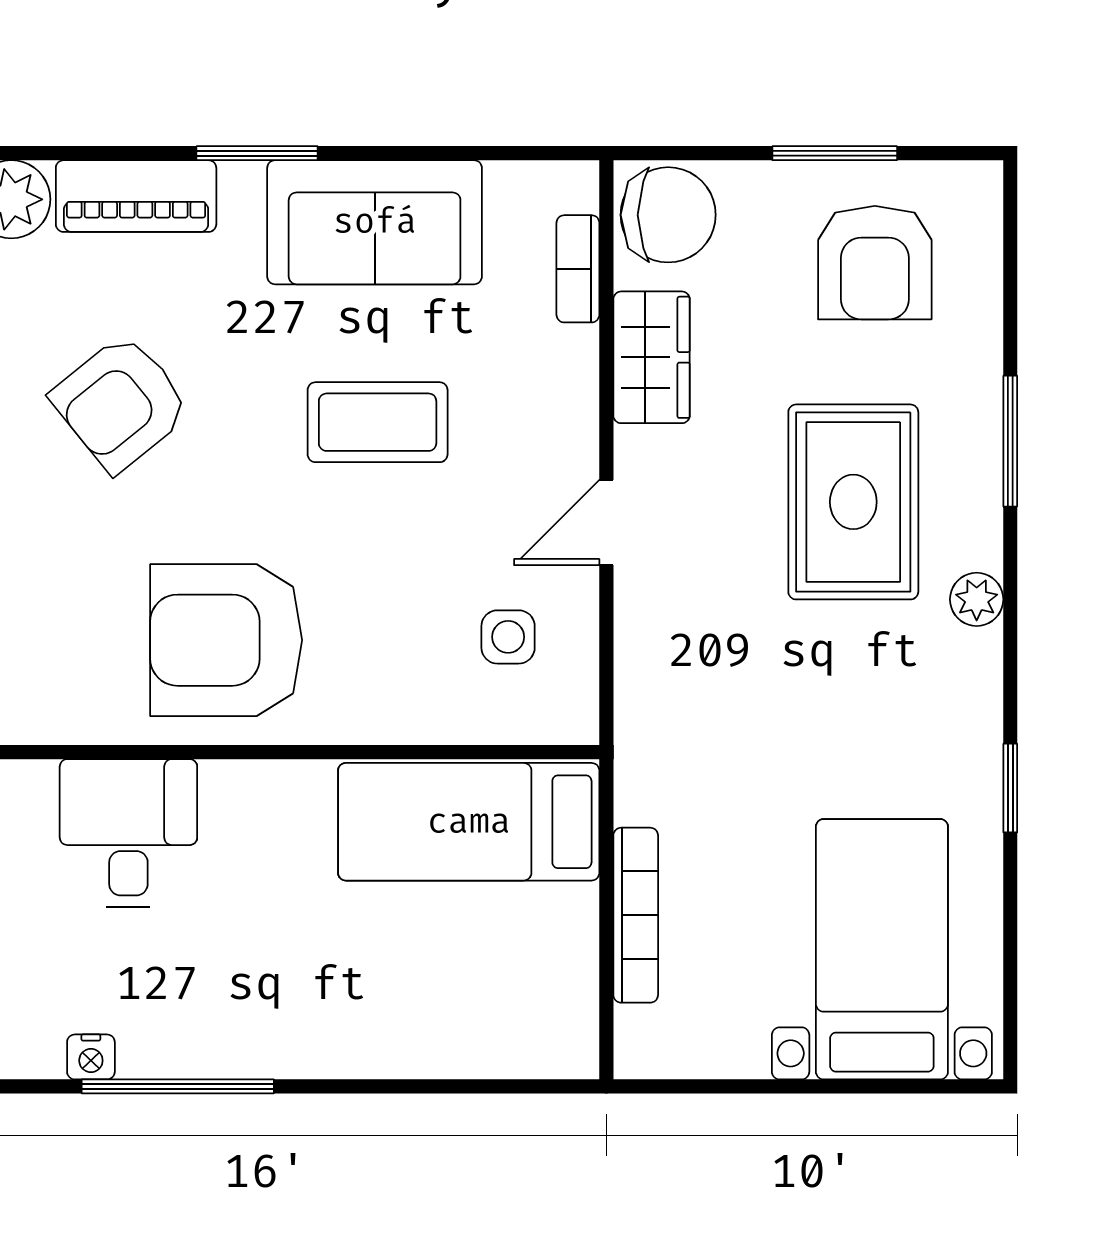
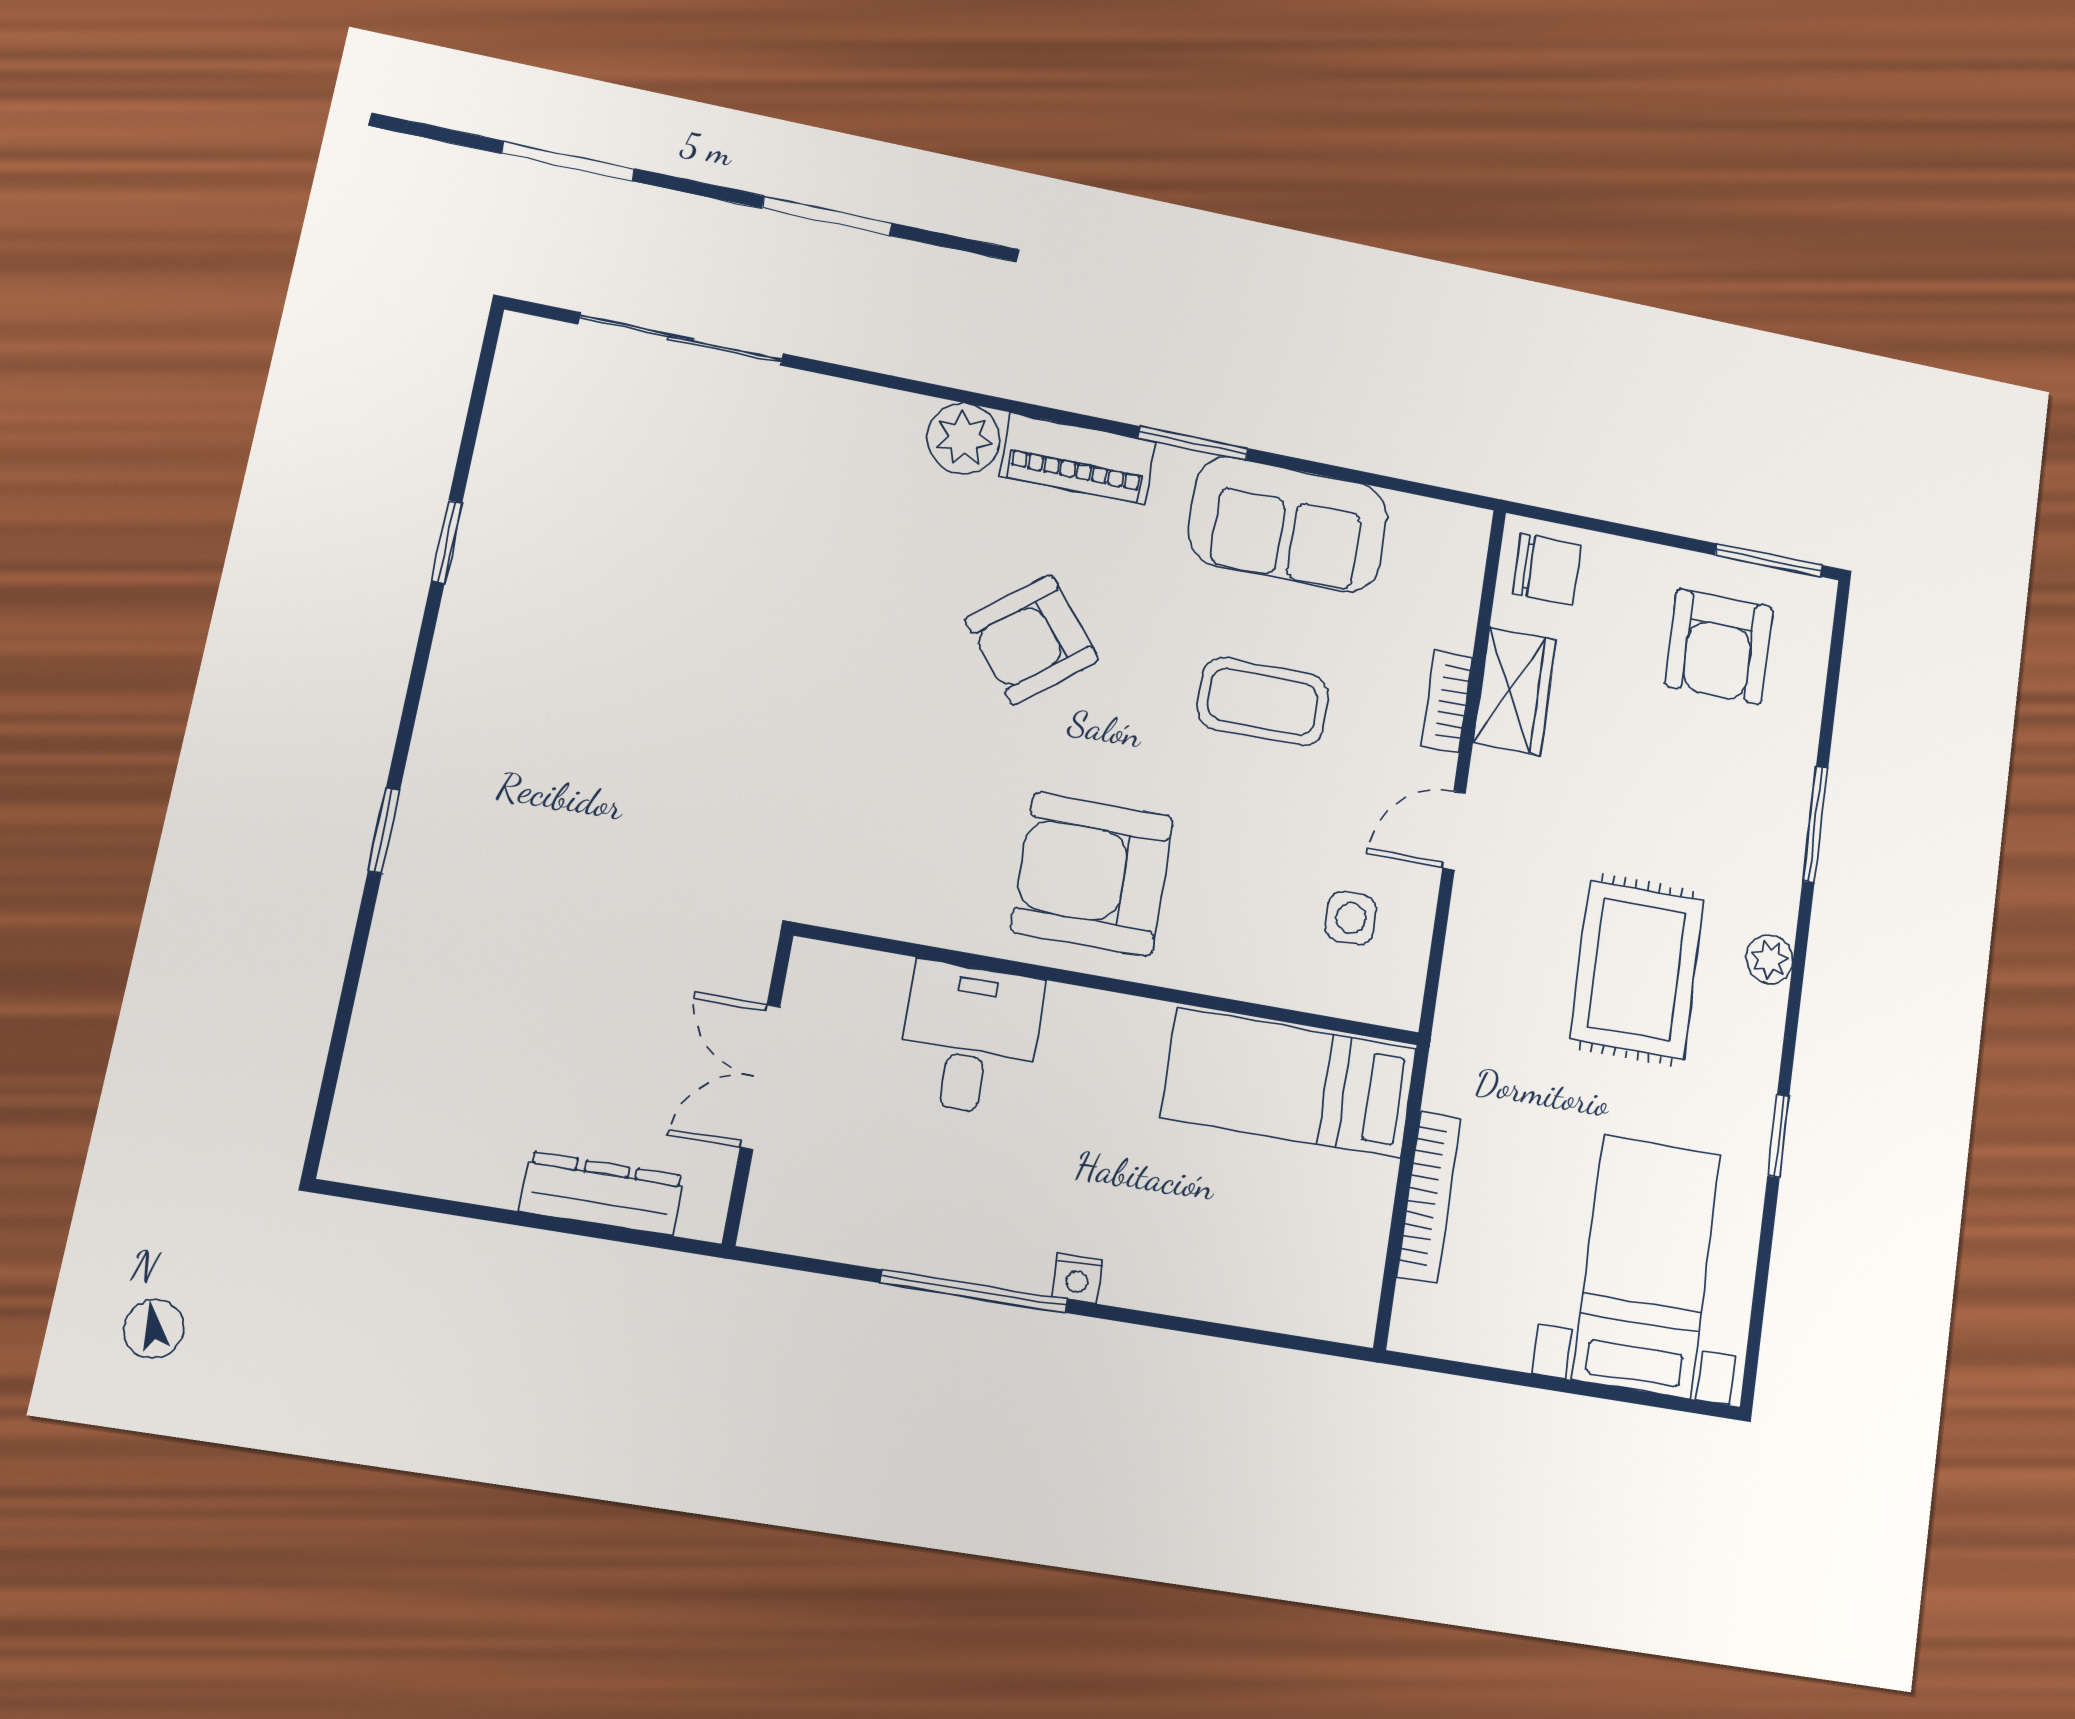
window: (835, 153) -> (1769, 560), moved
chair: (668, 215) -> (1547, 570), width x0.73, depth x0.73
bookcase: (578, 269) -> (1447, 701), moved
rug: (853, 502) -> (1637, 970), moved
nightstand: (91, 1057) -> (1077, 1278), moved

